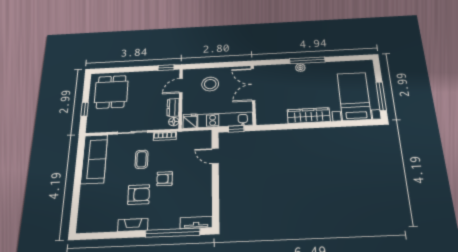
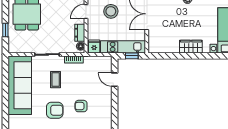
wardrobe: (309, 116) -> (191, 47), width x0.67
sofa: (94, 159) -> (20, 85), width x1.36, depth x1.27
armchair: (165, 179) -> (81, 106), moved

